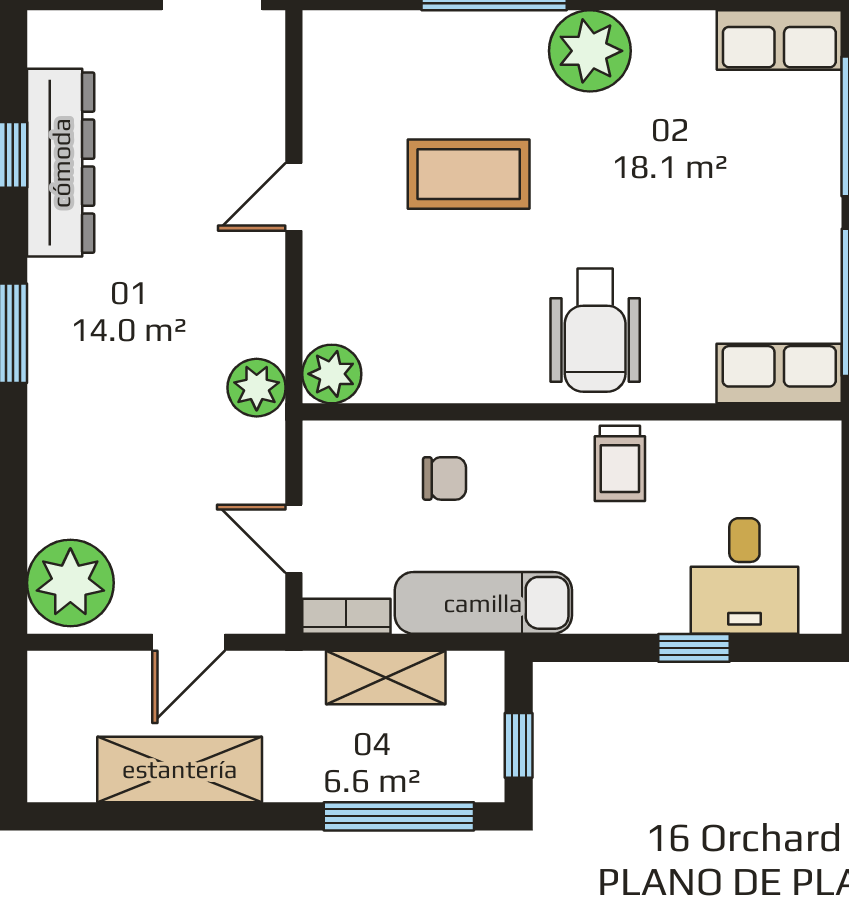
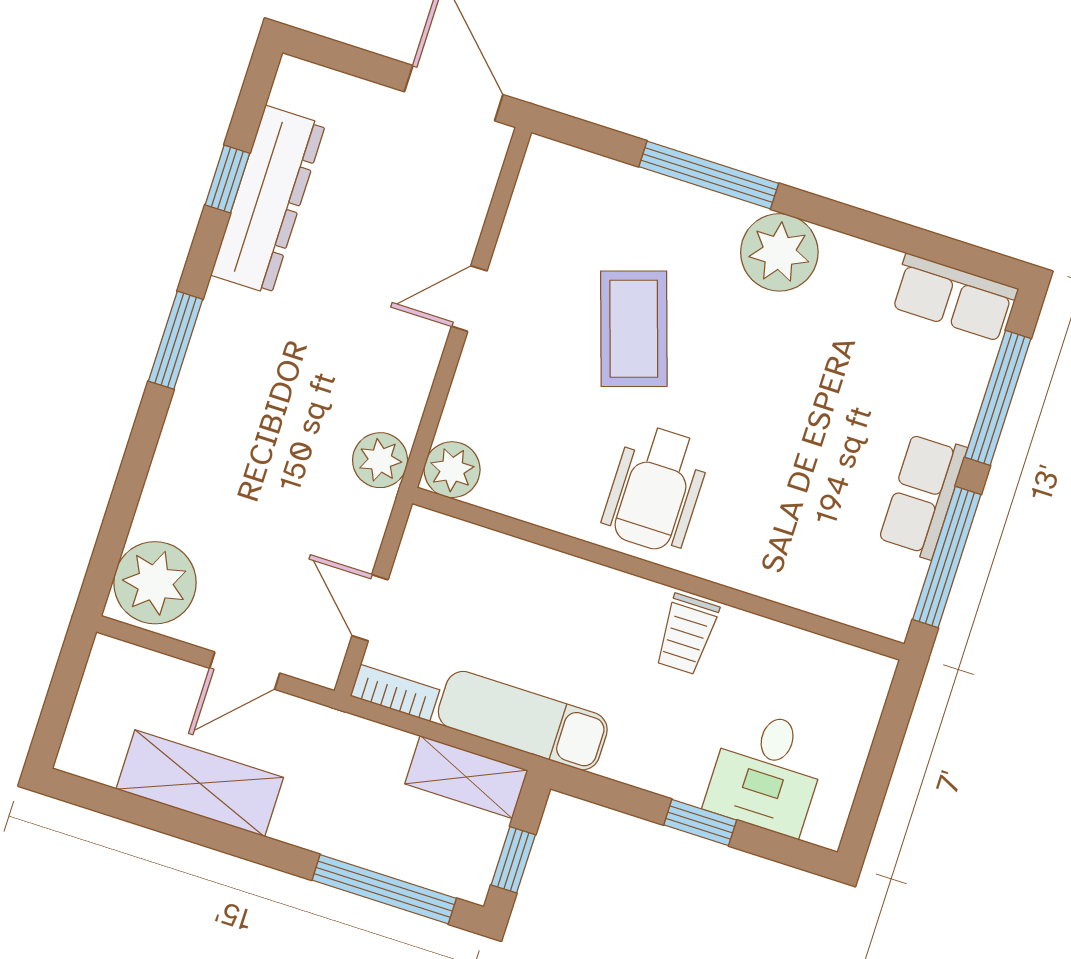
coffee table: (469, 174) -> (634, 329), turned 72
wheelchair: (595, 330) -> (656, 489), moved
row of seats: (779, 373) -> (923, 495), moved, turned -90
chair: (444, 478) -> (524, 597), removed
shelving: (386, 677) -> (466, 777), moved

